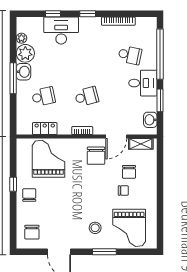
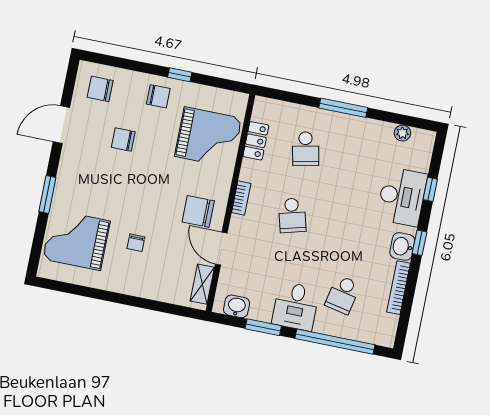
plant: (25, 53) -> (378, 134), removed
washbasin: (23, 72) -> (402, 246), moved, turned 90
chair: (129, 172) -> (123, 140), moved
stool: (95, 228) -> (87, 188), removed

